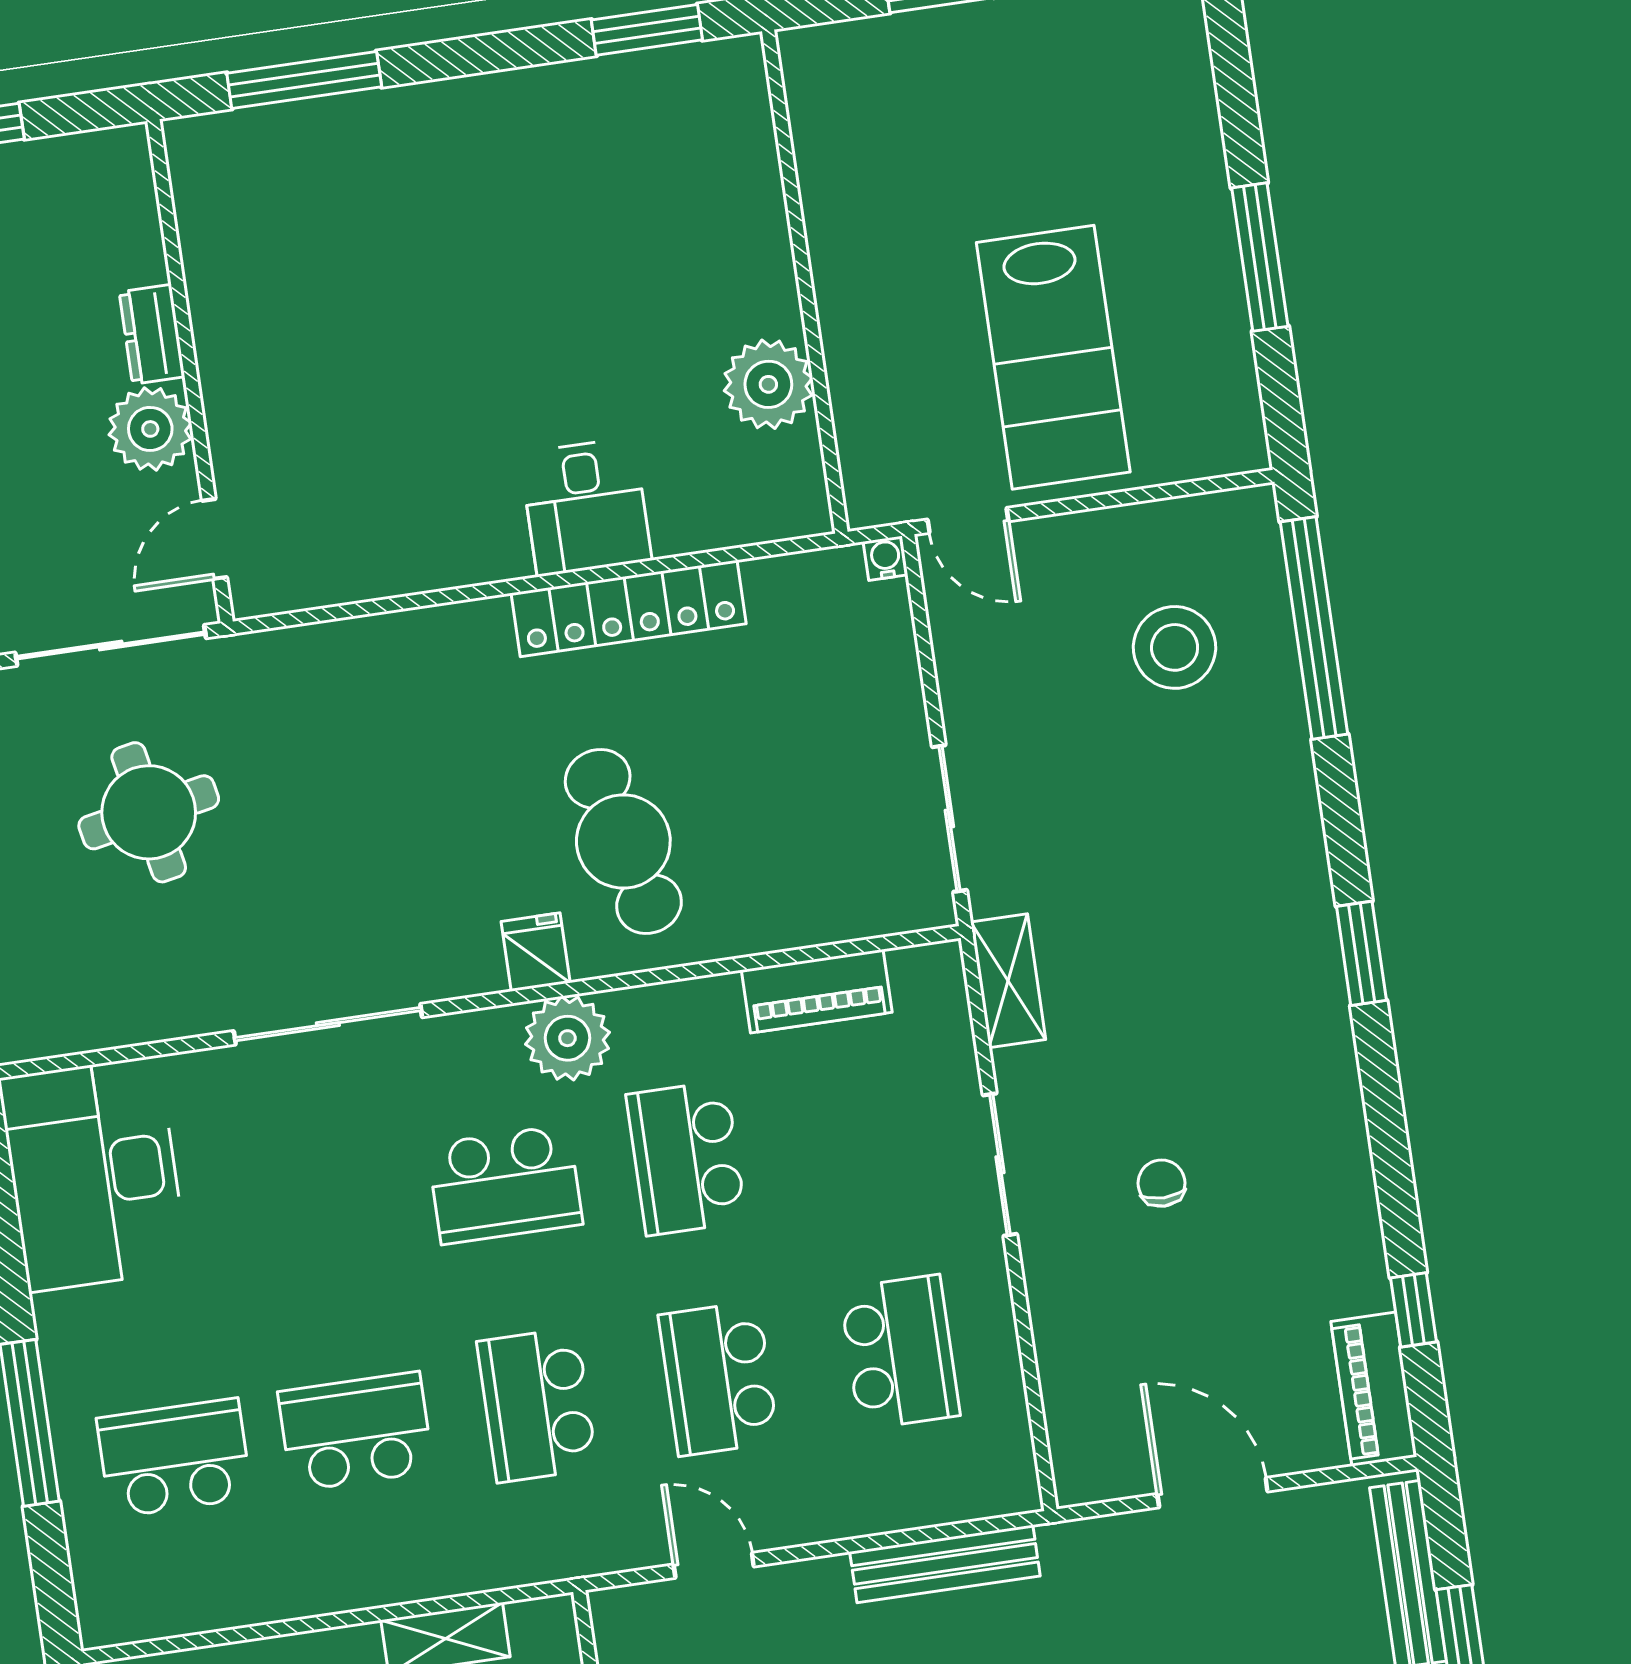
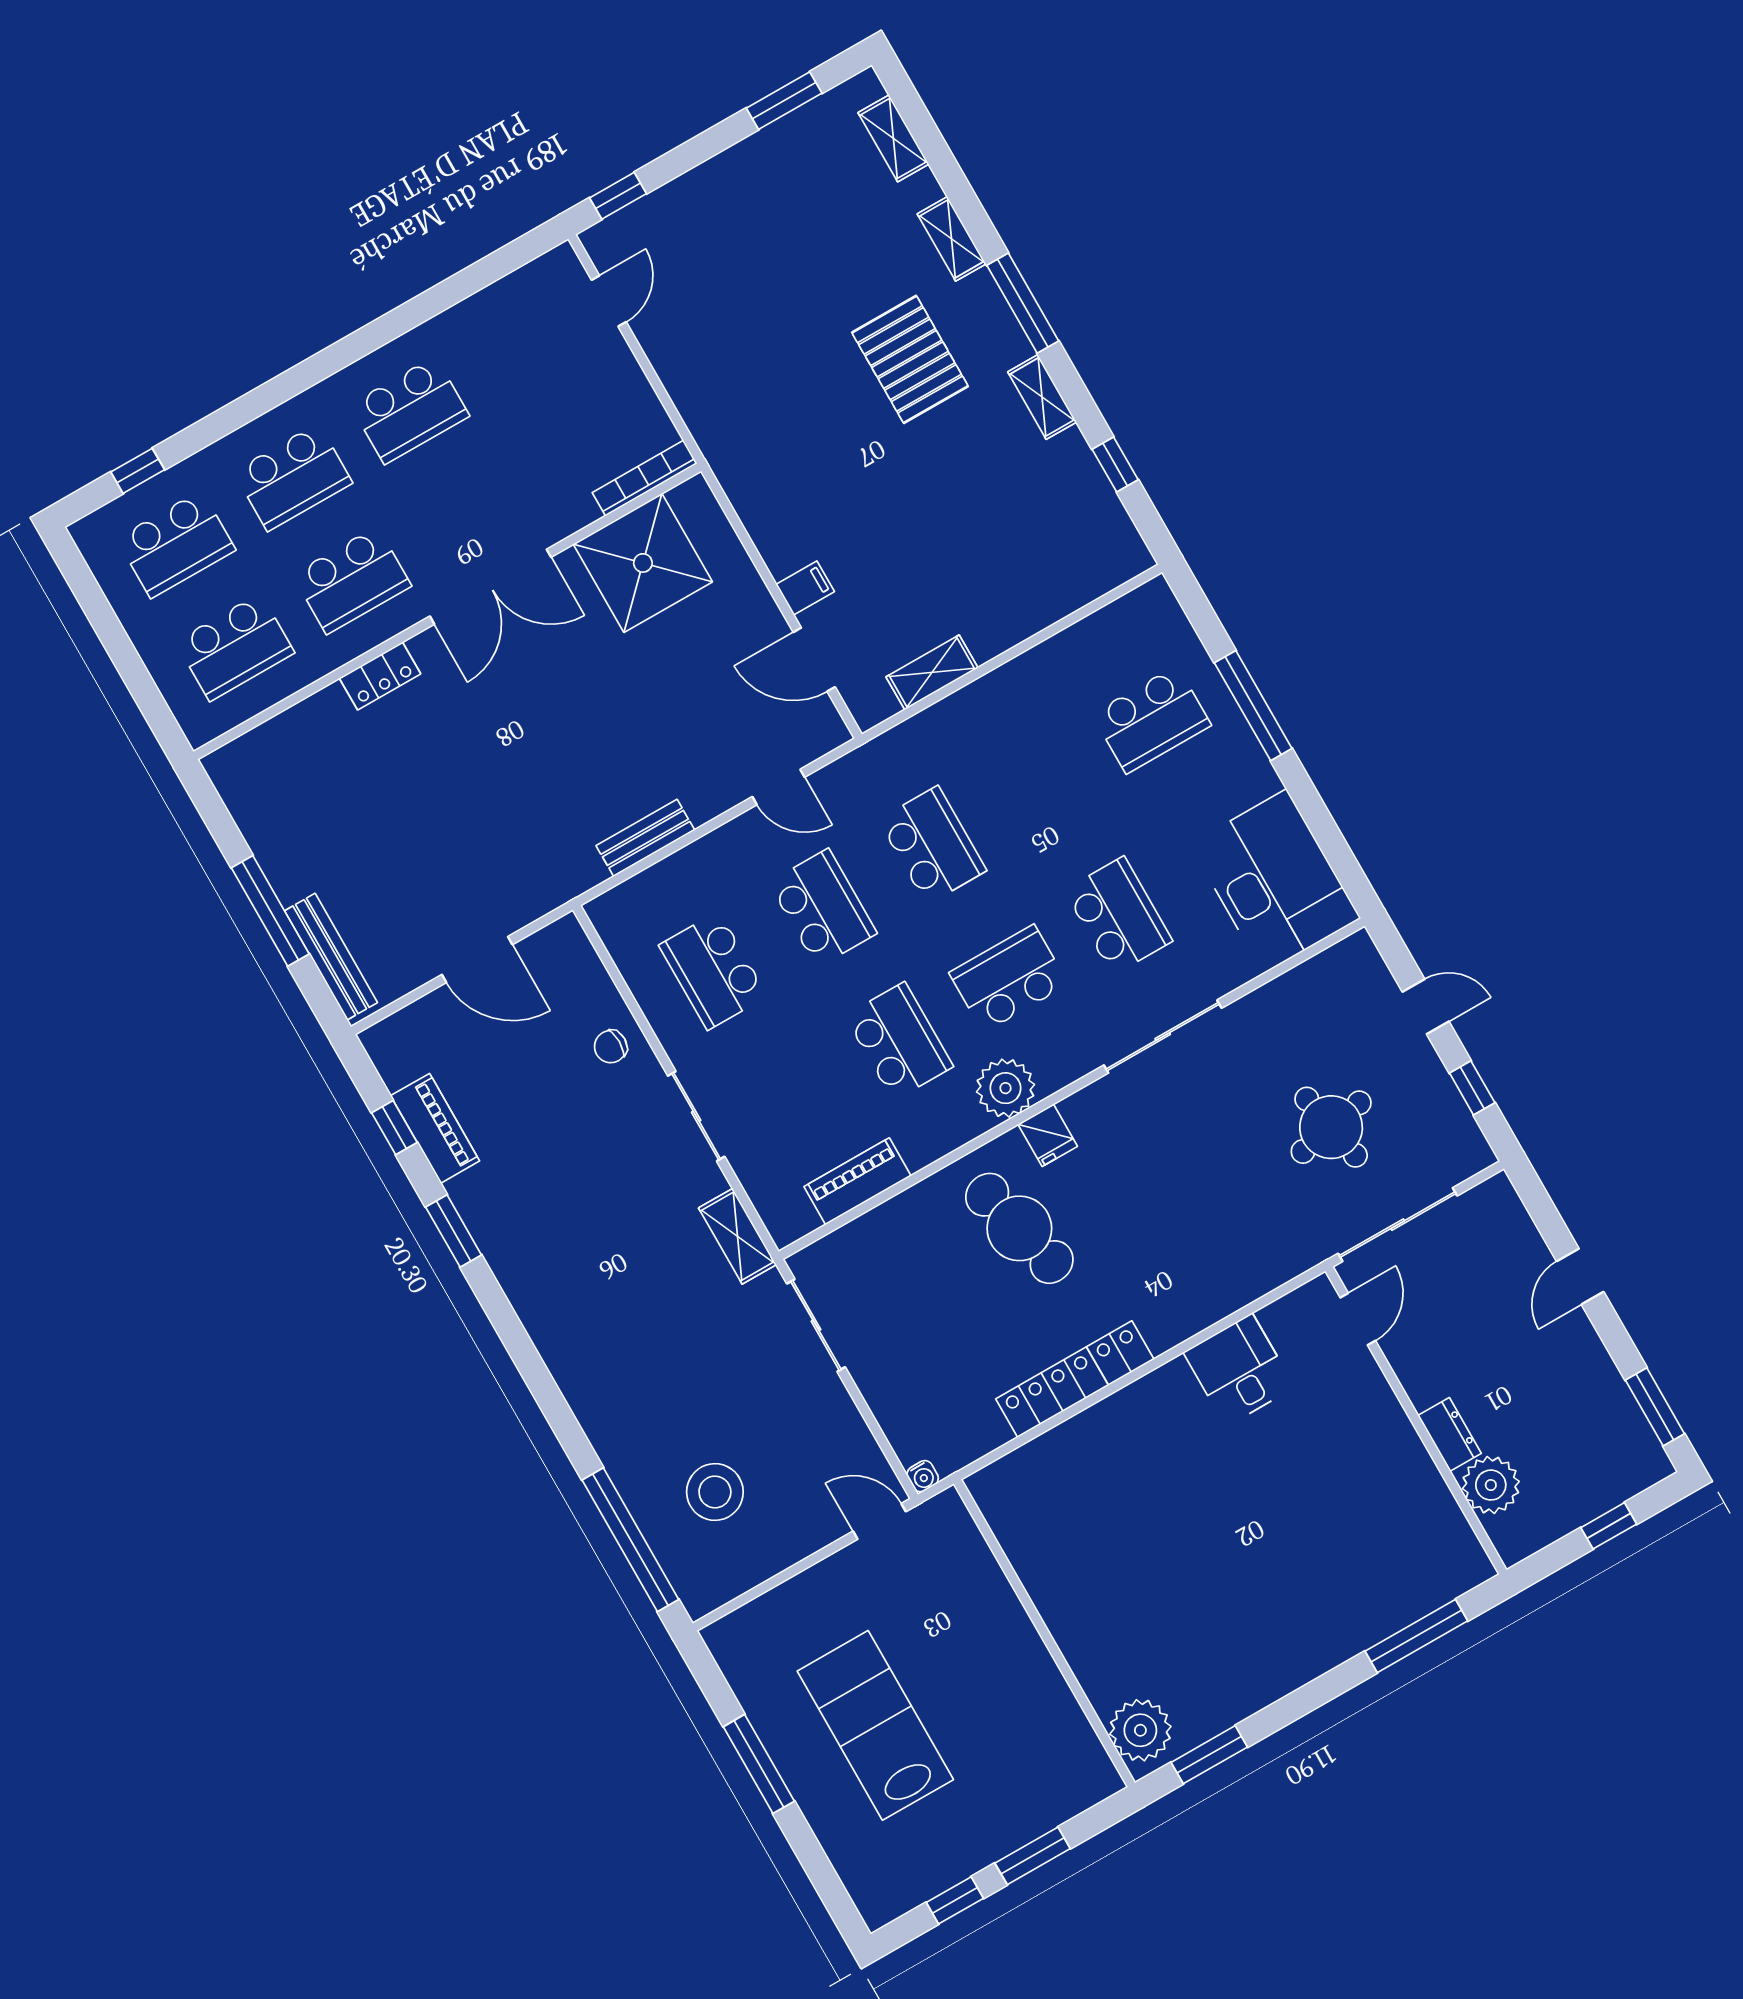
lab bench: (1053, 357) -> (875, 1725), moved
plant: (768, 384) -> (1140, 1730), moved
plant: (150, 429) -> (1491, 1485), moved
desk: (586, 507) -> (1239, 1370), moved
window: (1361, 953) -> (454, 1231), moved
chair: (1161, 1183) -> (611, 1047), moved, turned 90
piano: (1374, 1389) -> (435, 1128), moved
school desk: (356, 1432) -> (1118, 916), moved, turned -90
bench: (945, 1564) -> (645, 838), width x0.73

